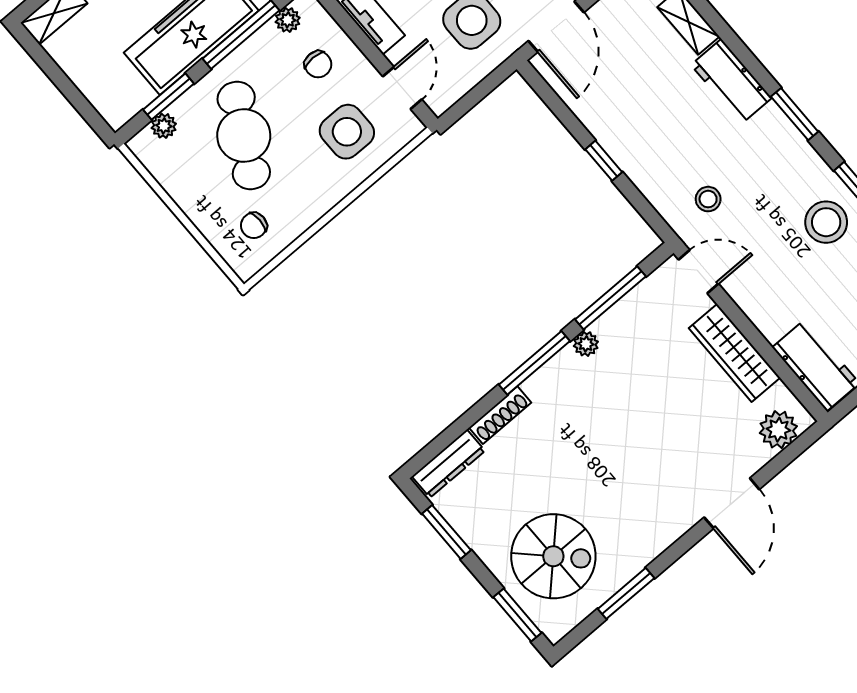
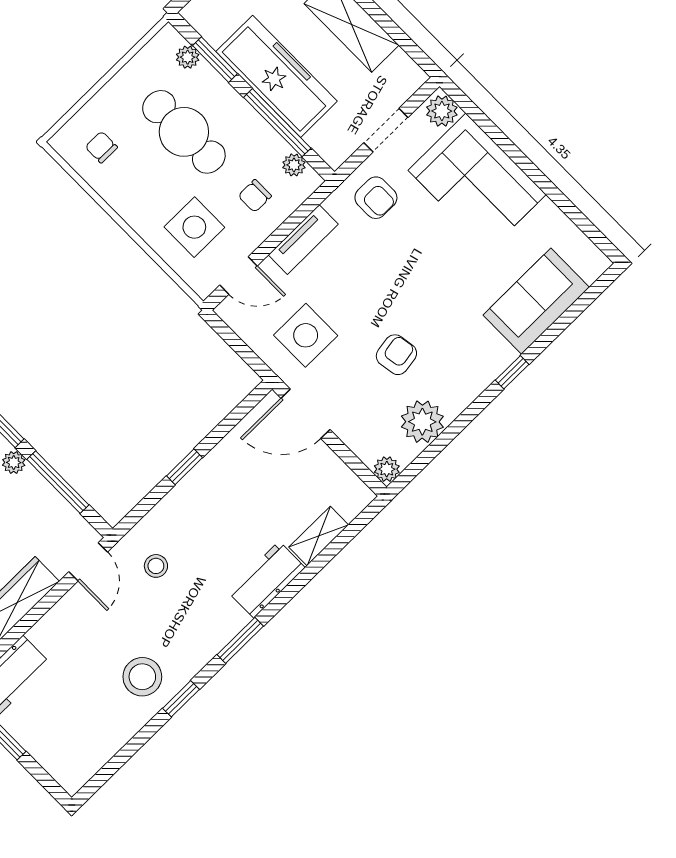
cafe table: (244, 136) -> (184, 132), turned 61

